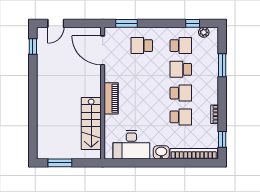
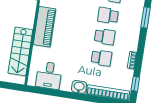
piano: (111, 98) -> (45, 27), width x1.37, depth x1.33
desk: (131, 145) -> (49, 75), width x0.73

